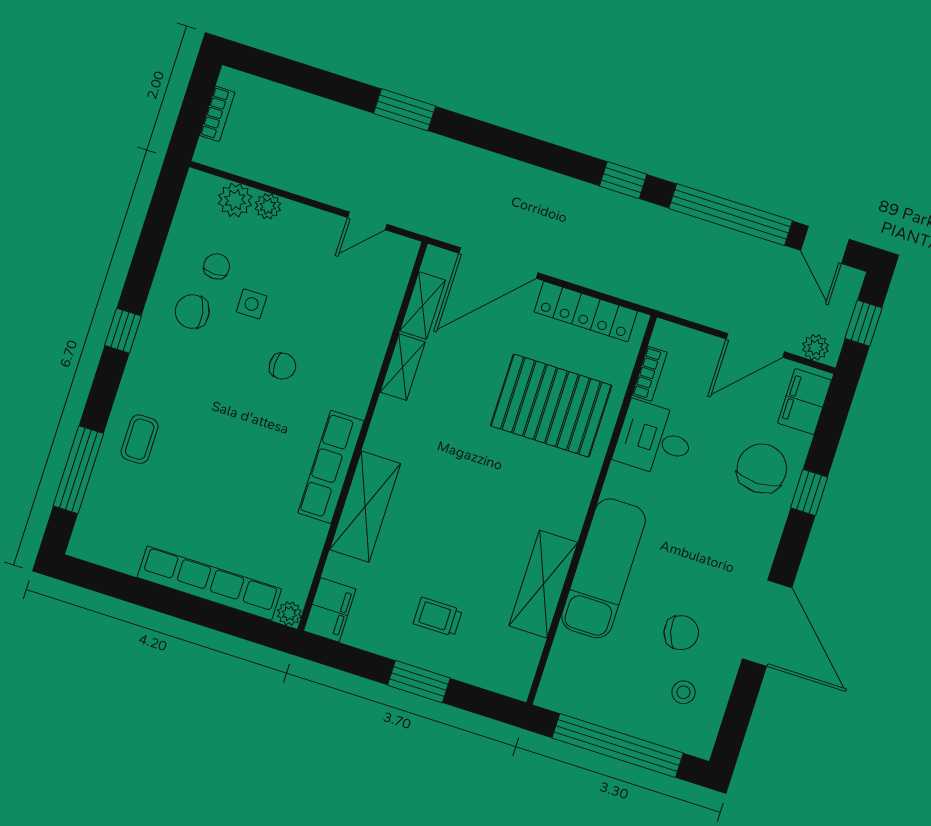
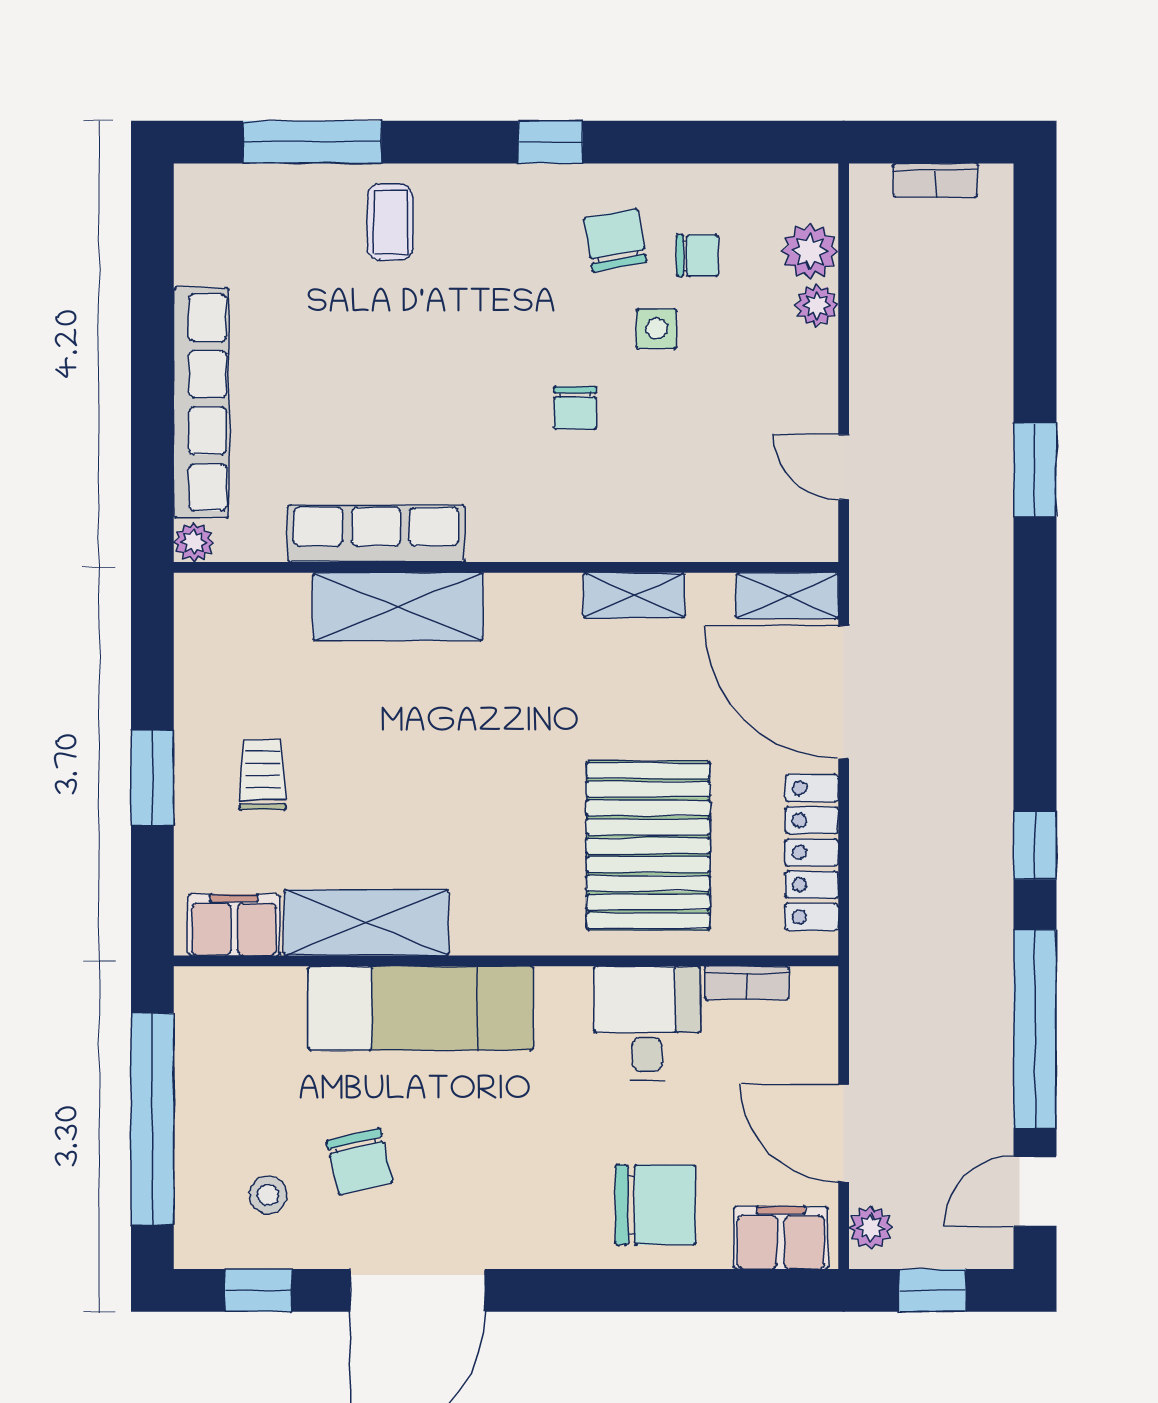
shelving: (423, 306) -> (787, 596), moved
coffee table: (140, 439) -> (390, 222), turned 90
row of seats: (331, 467) -> (376, 533), moved
window: (809, 493) -> (258, 1290), moved
filing cabinet: (330, 610) -> (234, 925), moved, turned 180

